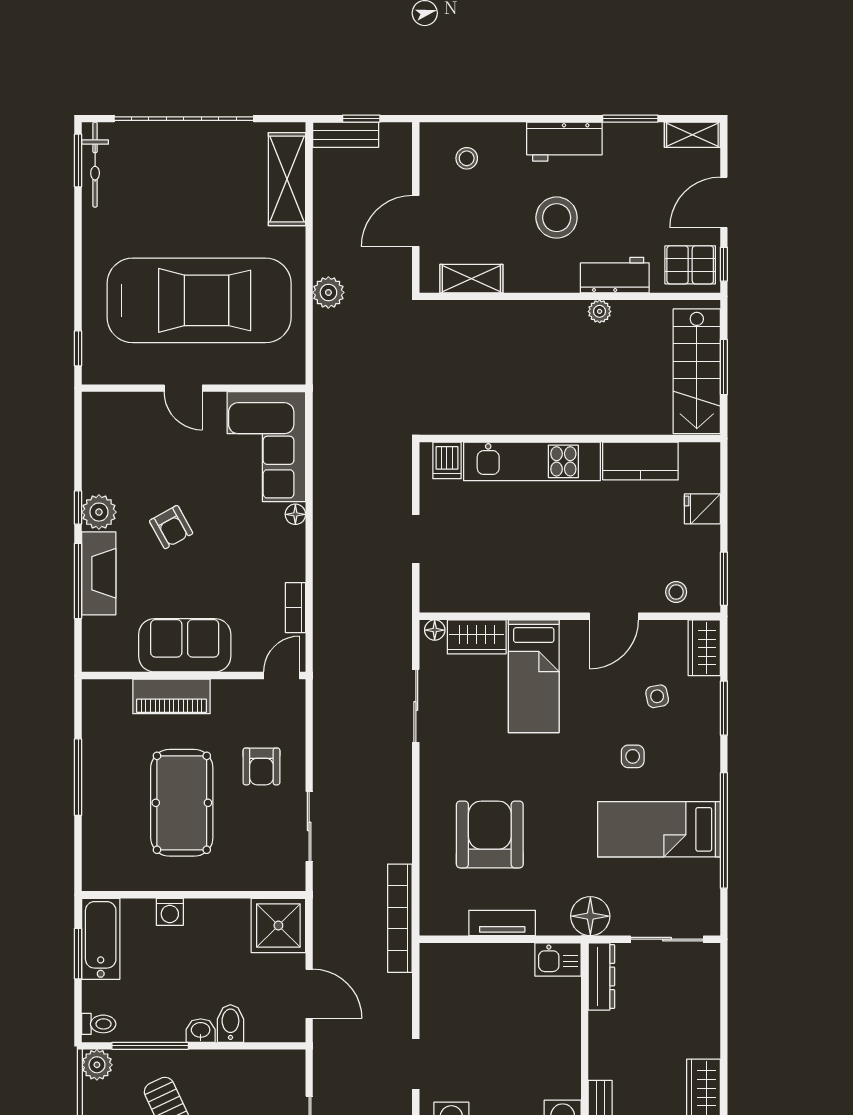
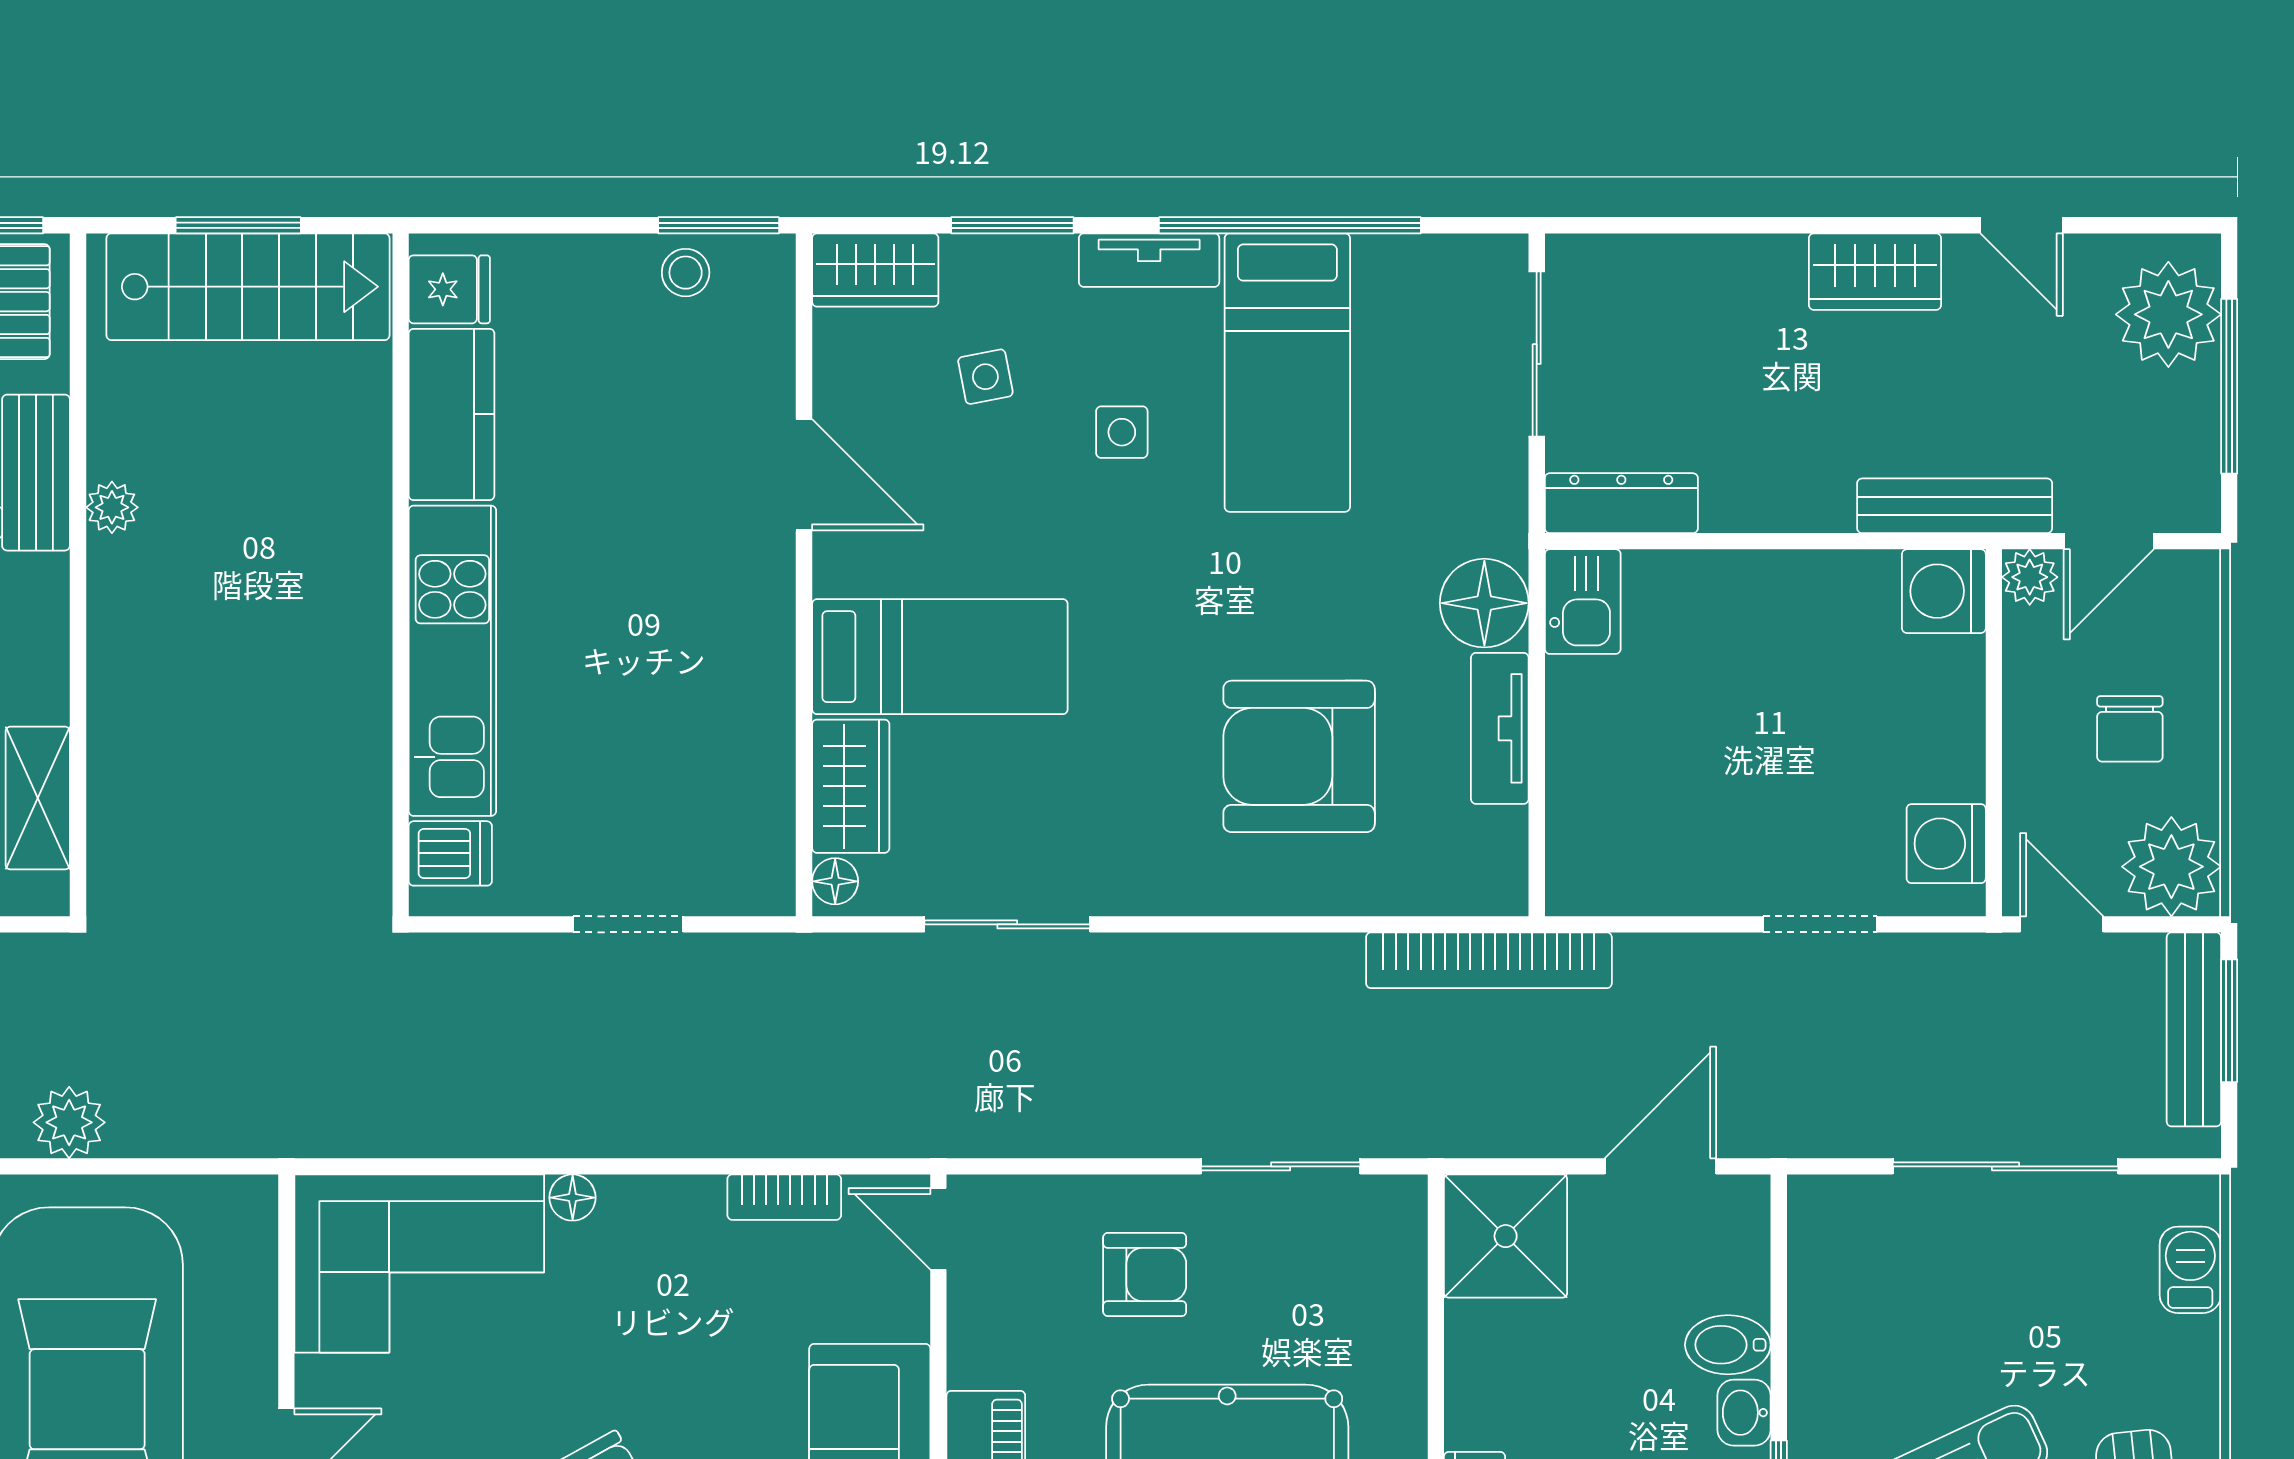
fridge: (702, 509) -> (449, 289), moved, turned -90
stool: (676, 592) -> (686, 273), moved
tv unit: (708, 768) -> (1149, 260), added
floor lamp: (590, 916) -> (1484, 603), moved

